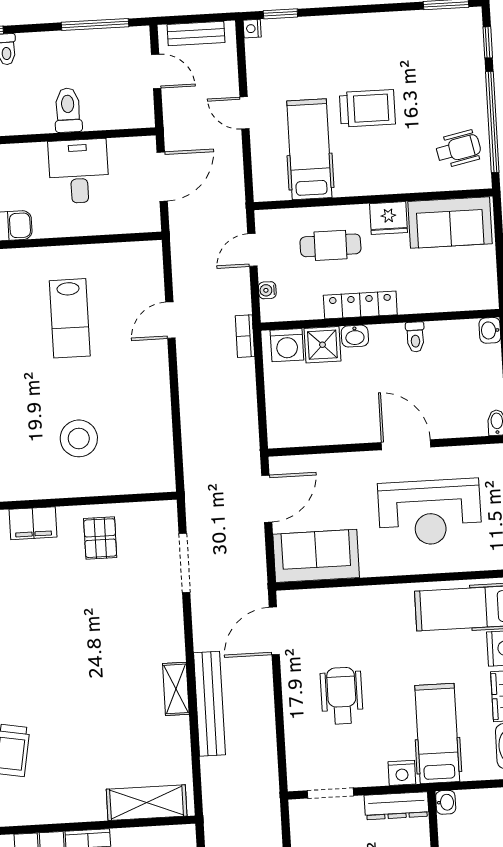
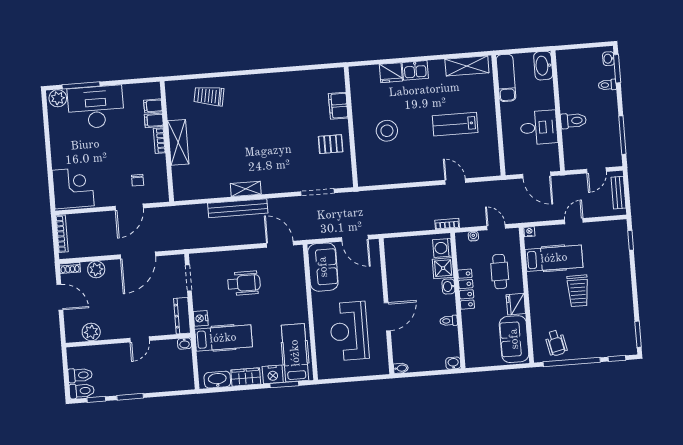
nightstand: (252, 29) -> (529, 232), moved
shelving: (147, 803) -> (178, 142), moved

